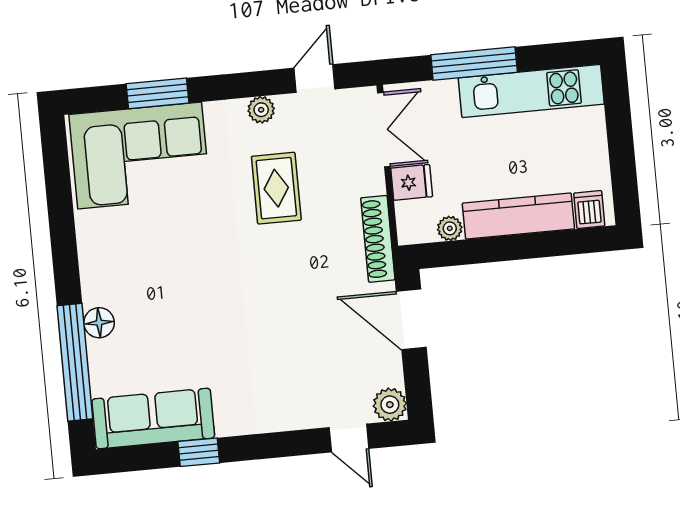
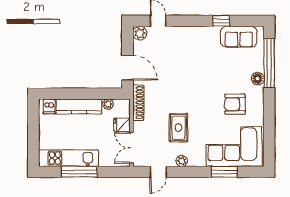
window: (474, 63) -> (79, 172), moved
armchair: (147, 257) -> (235, 104), added
sofa: (153, 418) -> (239, 37), width x0.73

